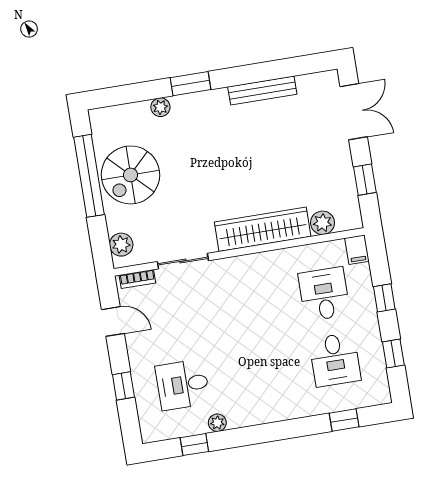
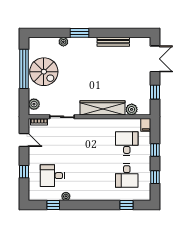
spiral stairs: (130, 175) -> (44, 72), turned -90

